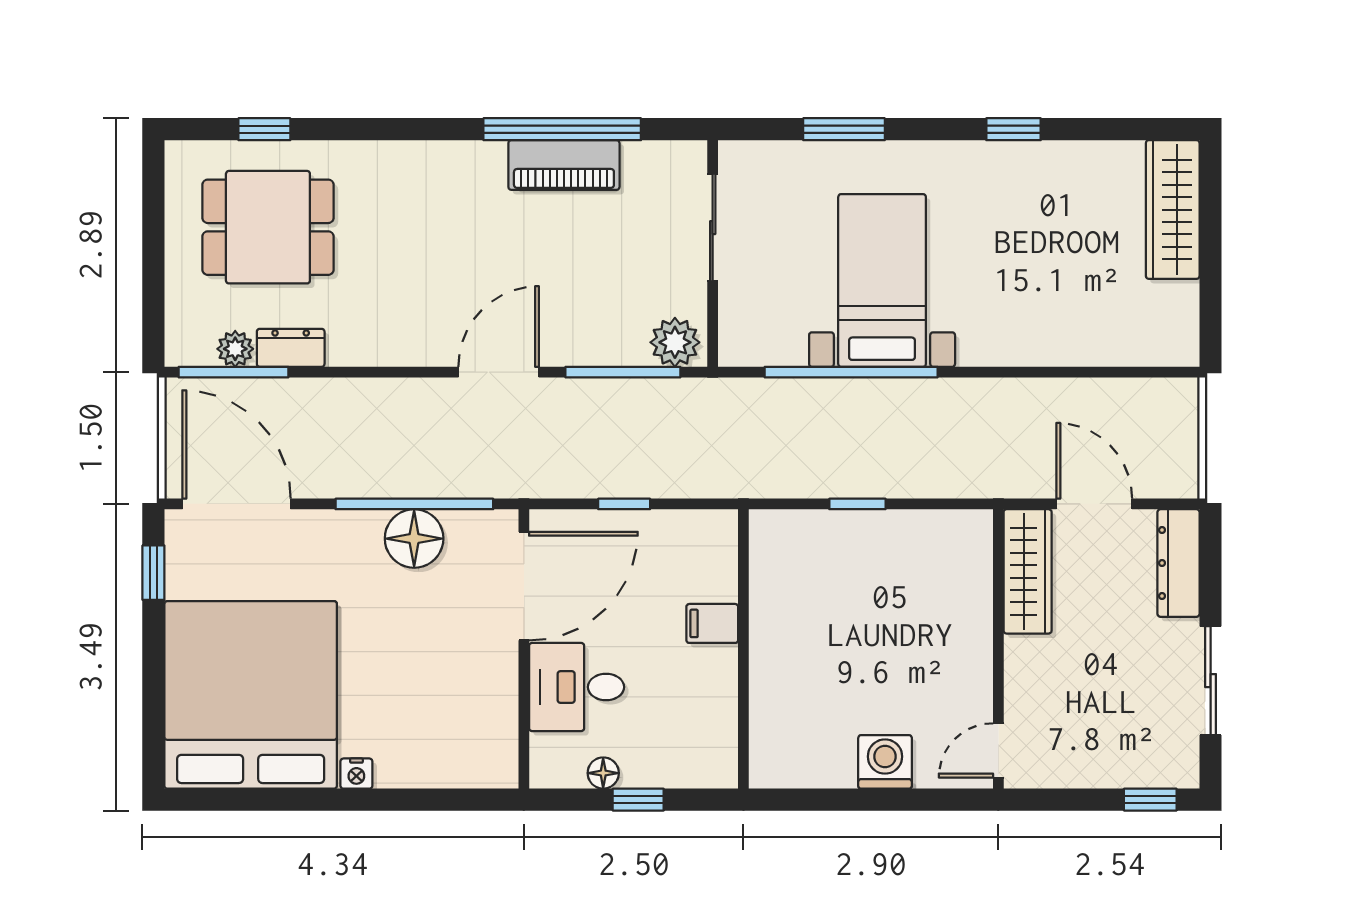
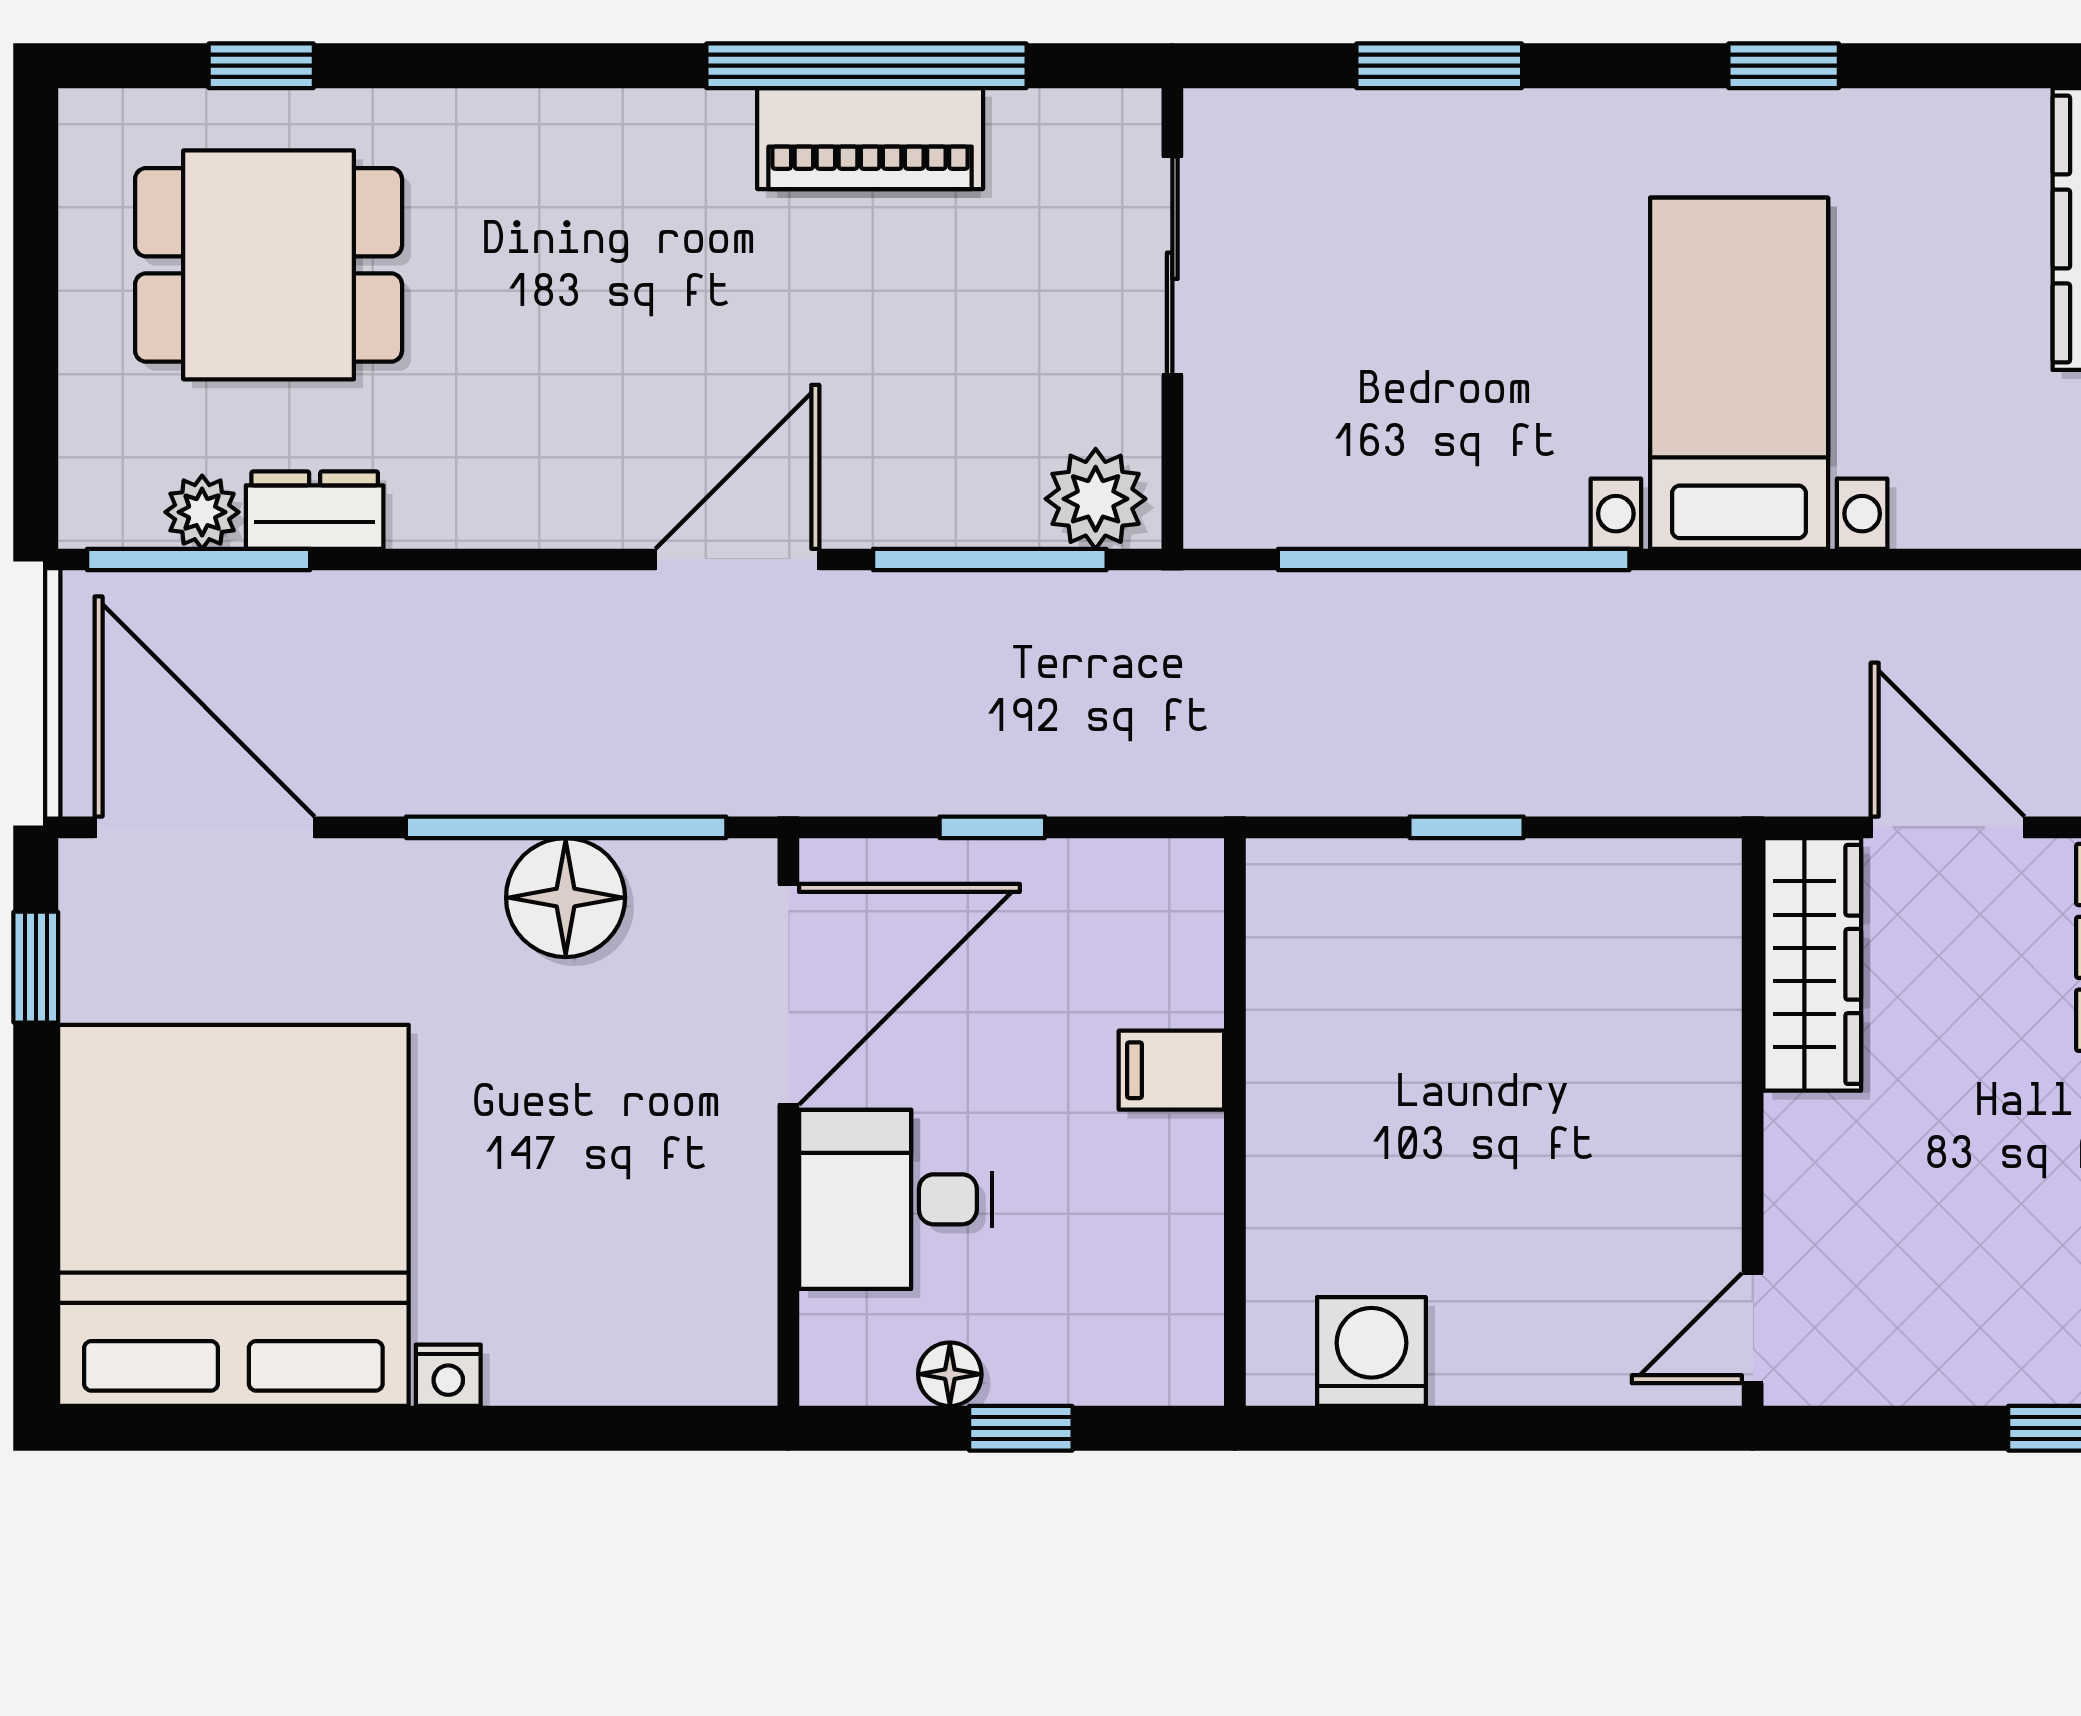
bed with nightstands: (882, 280) -> (1739, 373), moved
washing machine: (885, 762) -> (1371, 1351), moved

